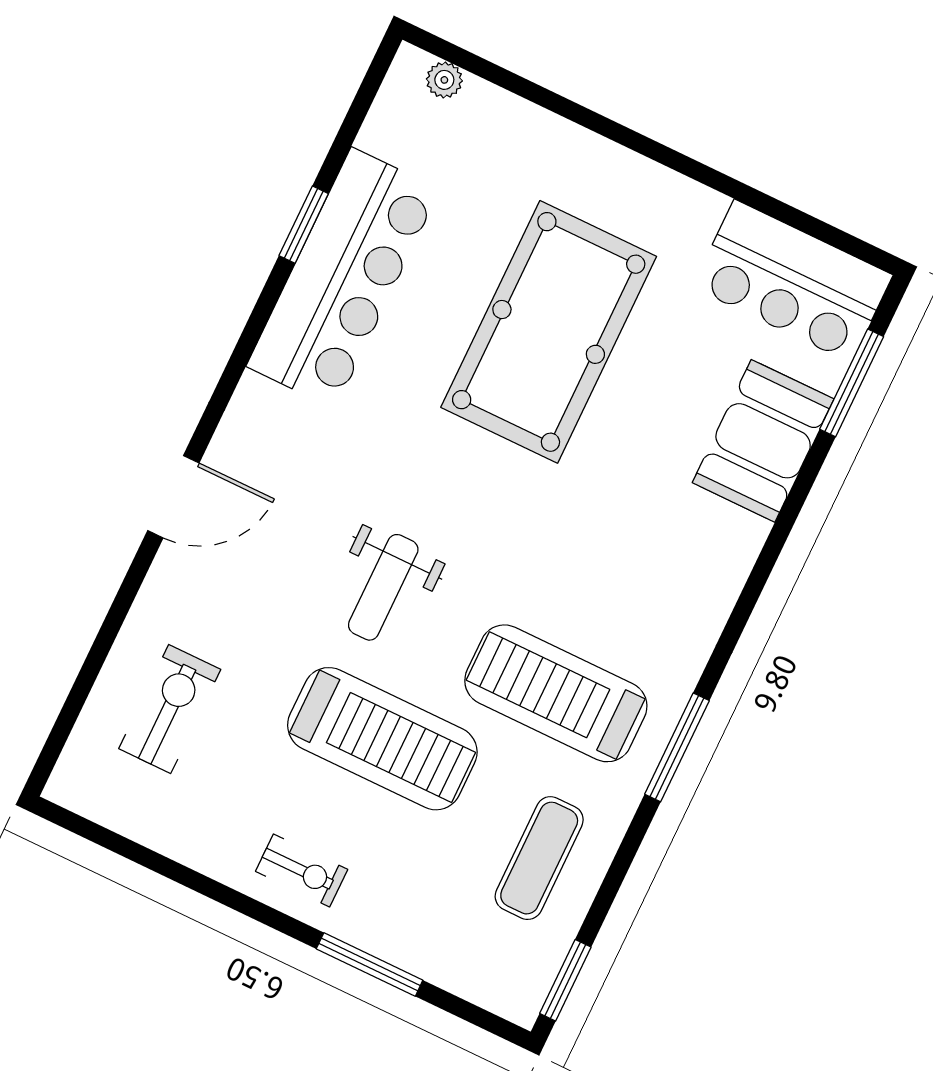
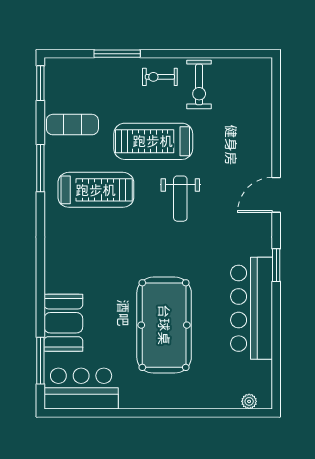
window: (304, 225) -> (276, 265), moved
weight bench: (383, 587) -> (180, 199), turned 180
exercise bike: (170, 709) -> (199, 84), moved
window: (677, 747) -> (40, 168), moved
exercise mat: (539, 858) -> (72, 125), turned 90

